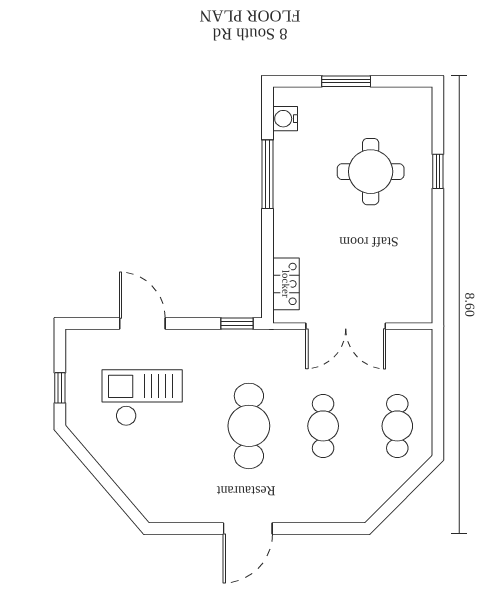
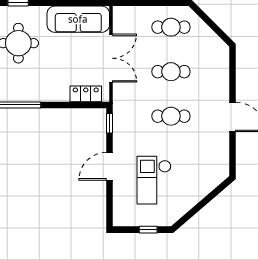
sofa: (411, 271) -> (78, 19), added
door: (142, 323) -> (109, 166), moved
cafe table: (249, 426) -> (171, 116), width x0.73, depth x0.74

